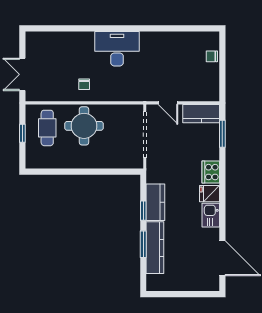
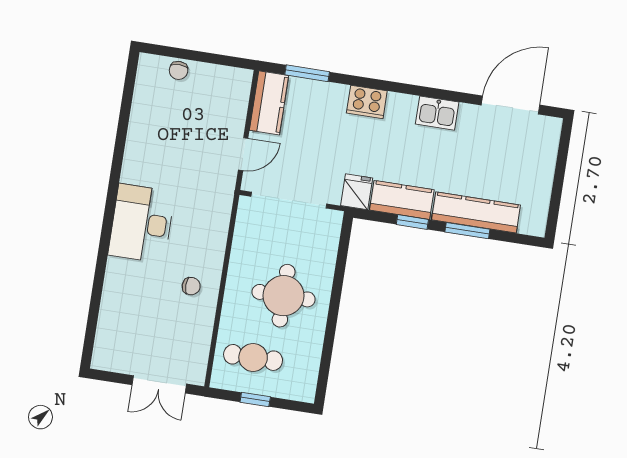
round table: (84, 126) -> (284, 296), moved
fridge: (210, 194) -> (357, 192), moved, turned 180

